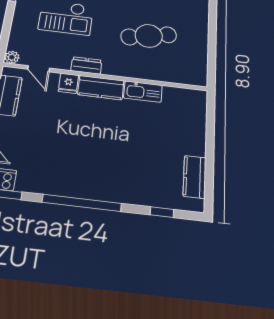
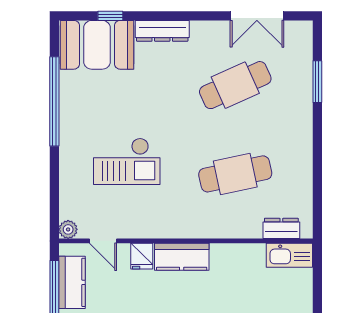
dresser: (86, 66) -> (281, 228), moved
kitchen sink: (143, 92) -> (289, 255), moved

